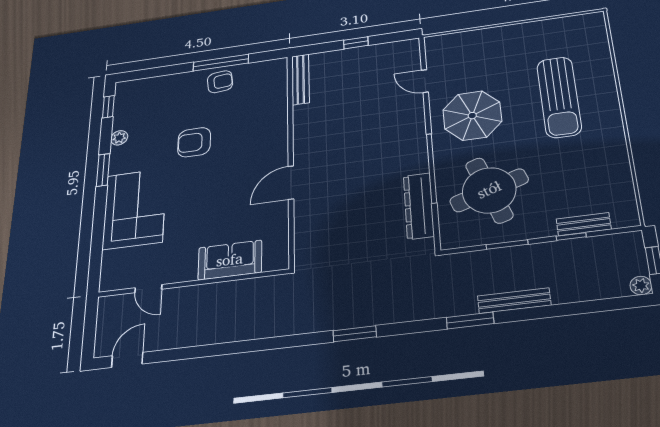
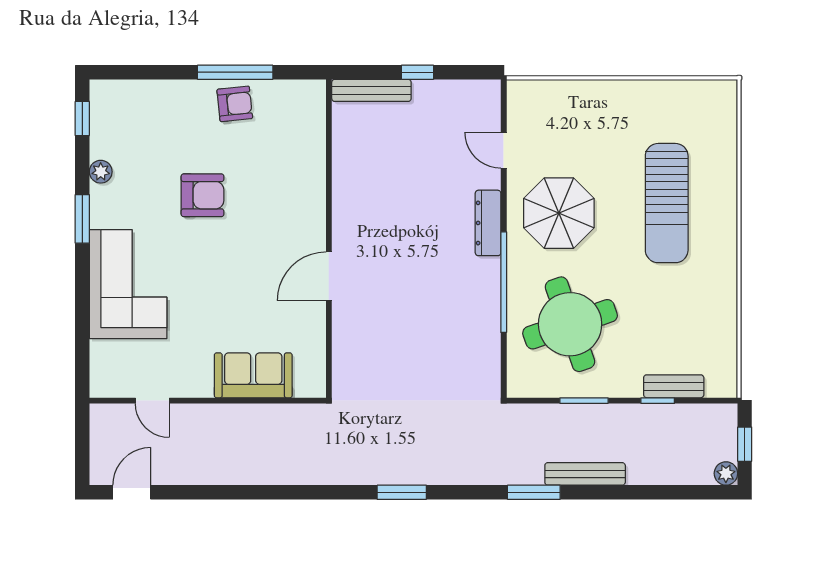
bench: (301, 79) -> (371, 90), moved, turned 90
armchair: (194, 142) -> (203, 195), turned 180
dresser: (419, 206) -> (488, 223), moved, width x0.73, depth x0.80

